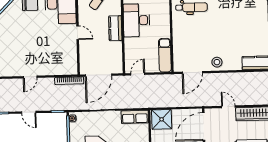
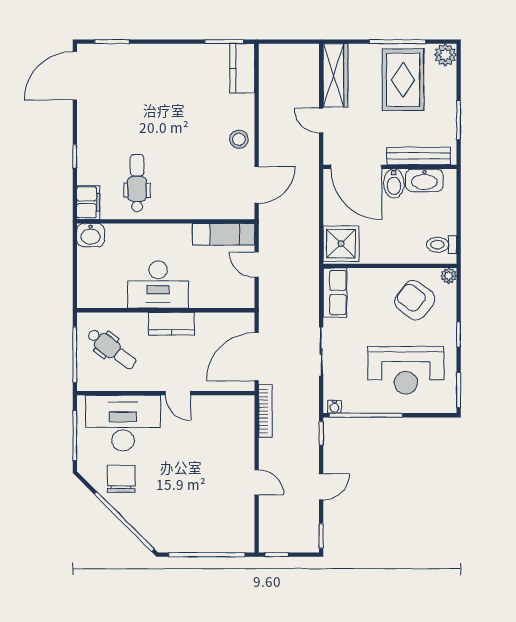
door: (78, 33) -> (178, 393), swing flipped
door: (192, 72) -> (257, 185), hinge flipped
door: (138, 74) -> (257, 265), moved
door: (99, 75) -> (257, 357), swing flipped
door: (228, 107) -> (321, 121), hinge flipped

